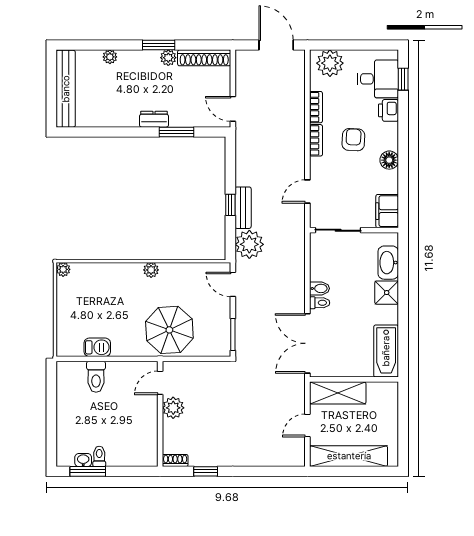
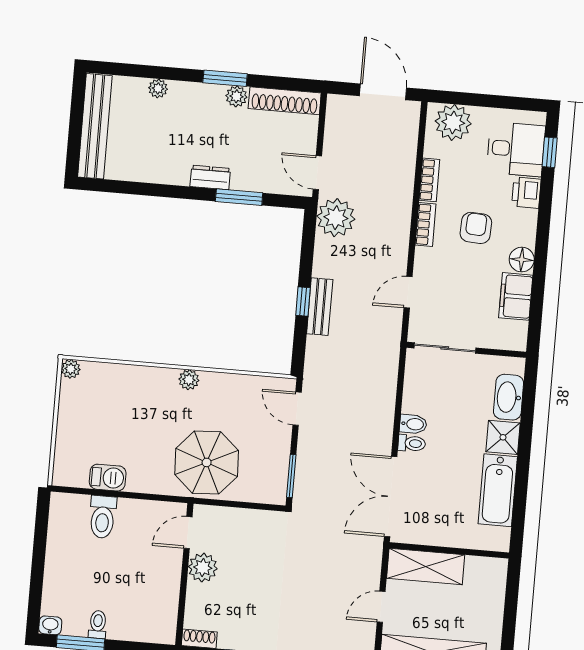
filing cabinet: (387, 211) -> (516, 296), moved
plant: (249, 244) -> (336, 218), moved
bathtub: (386, 351) -> (498, 490), moved
washbasin: (83, 460) -> (50, 625), moved

